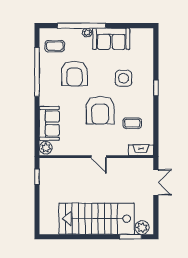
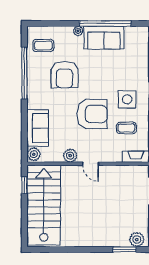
window: (82, 26) -> (105, 24), moved
side table: (124, 78) -> (127, 99), moved
armchair: (100, 110) -> (92, 114), turned -90
plant: (80, 149) -> (70, 156), added
stairs: (97, 219) -> (44, 205), moved, turned 90

